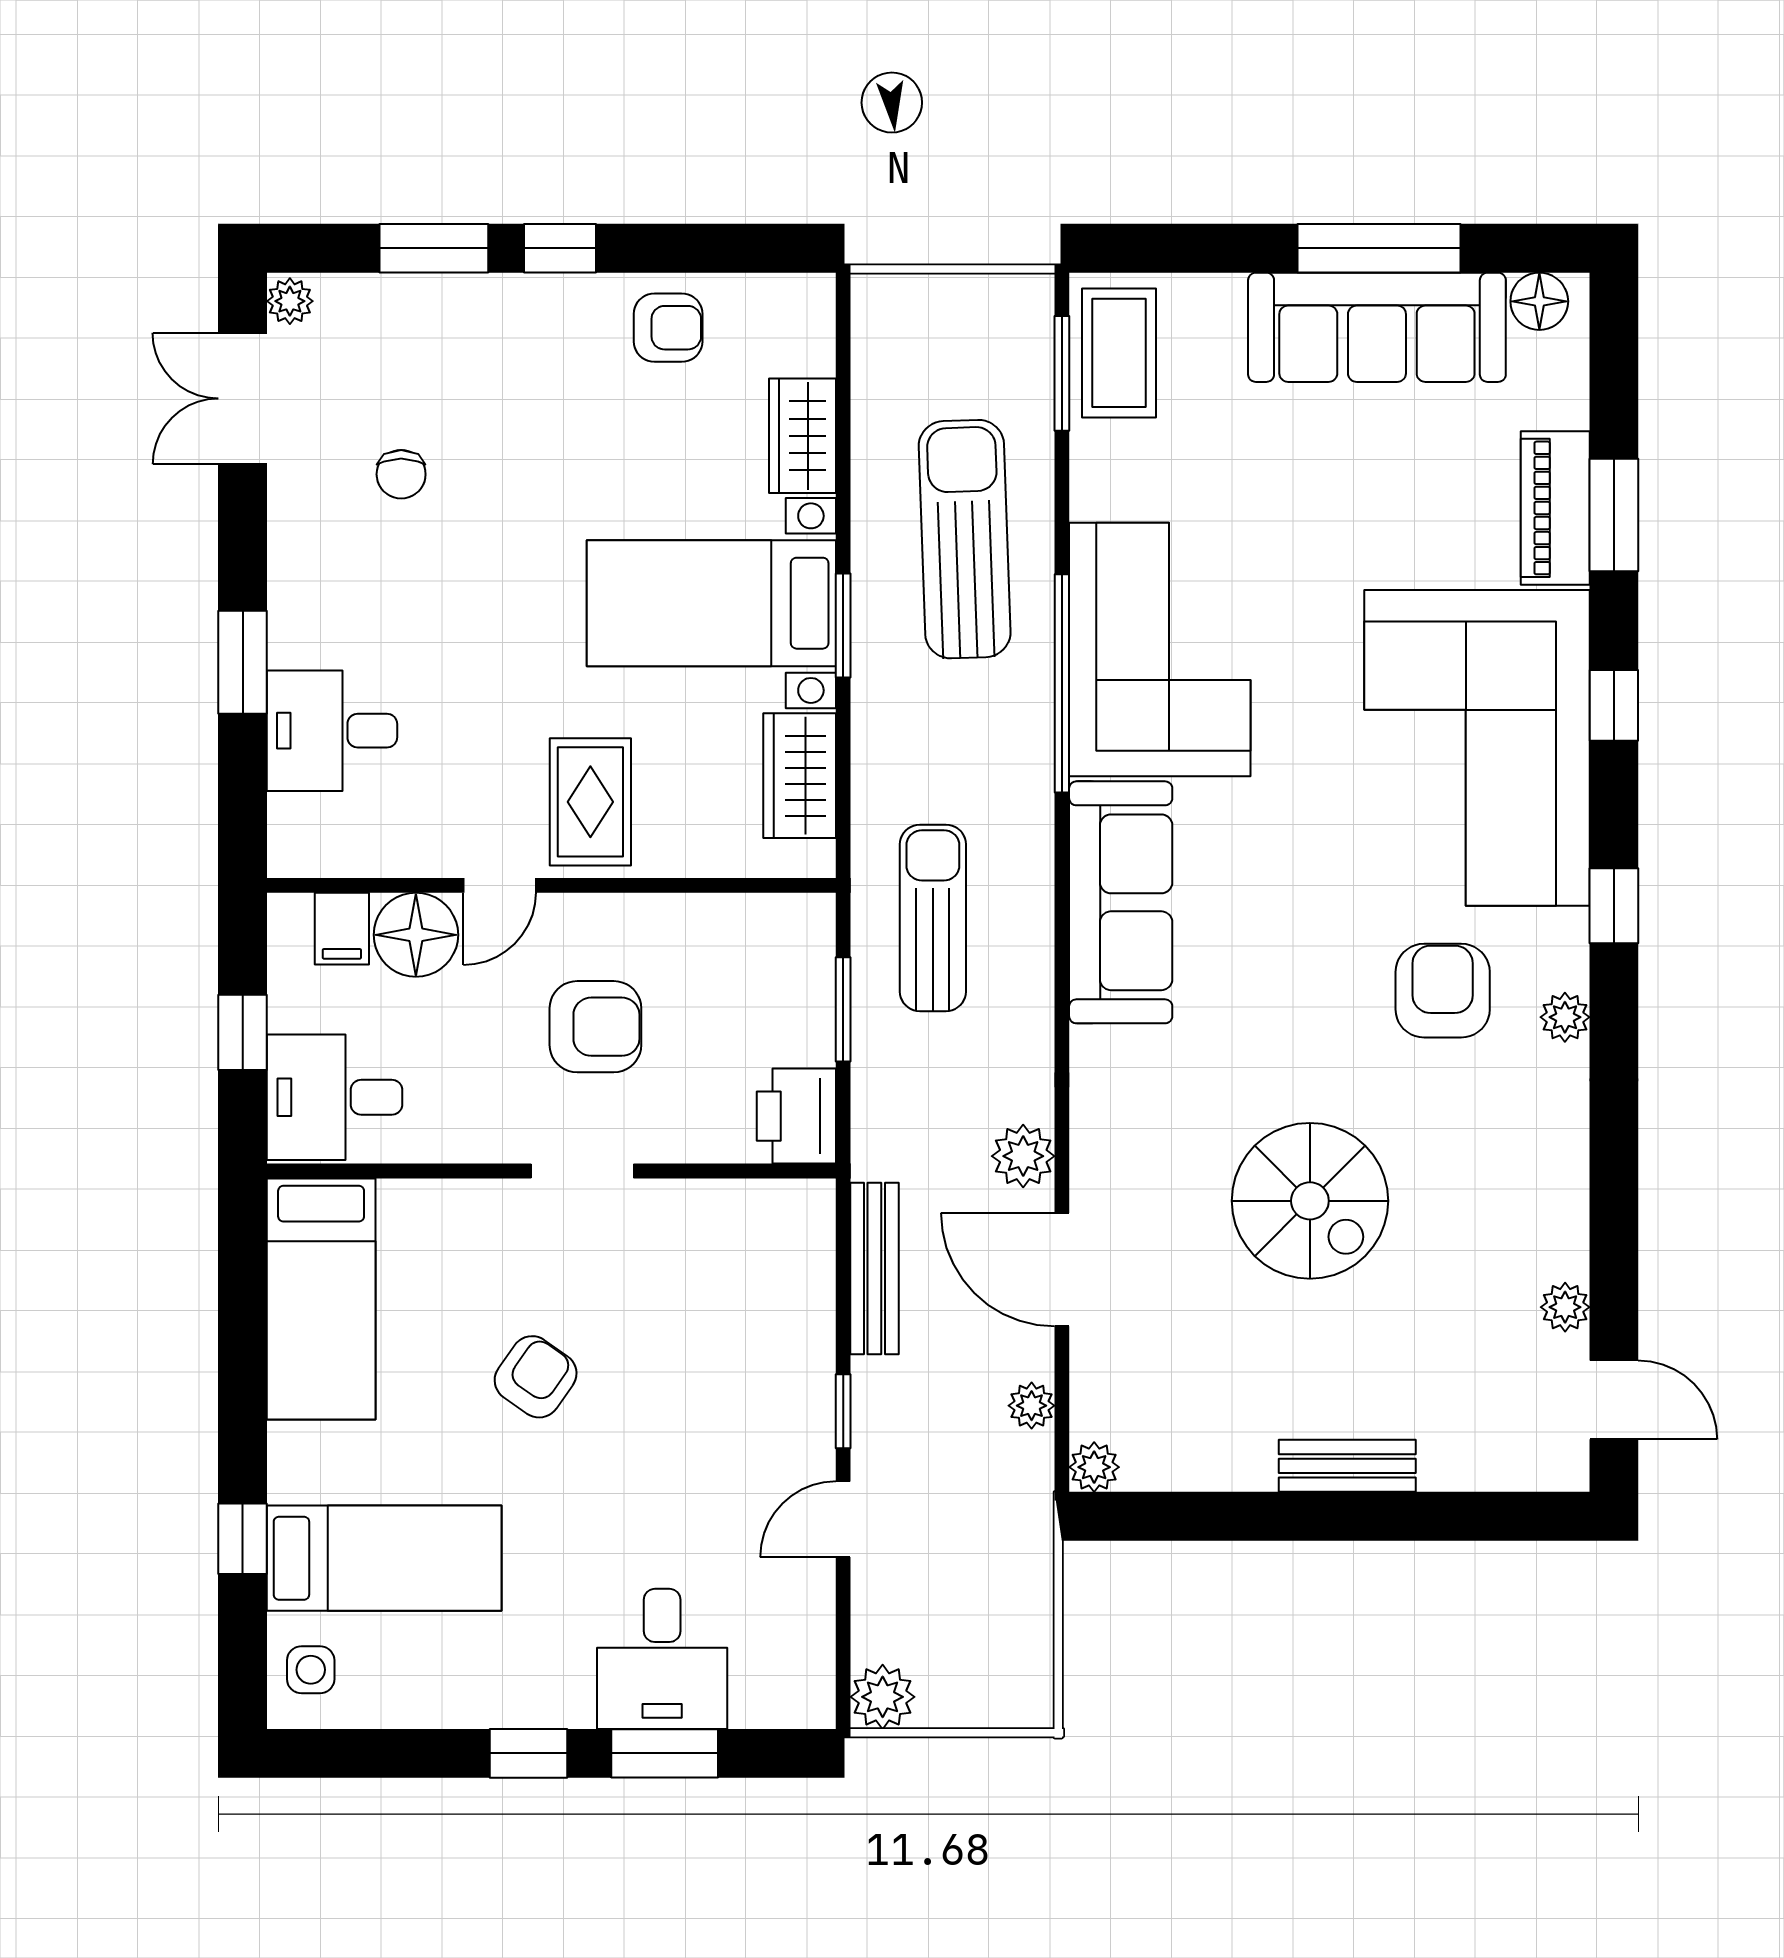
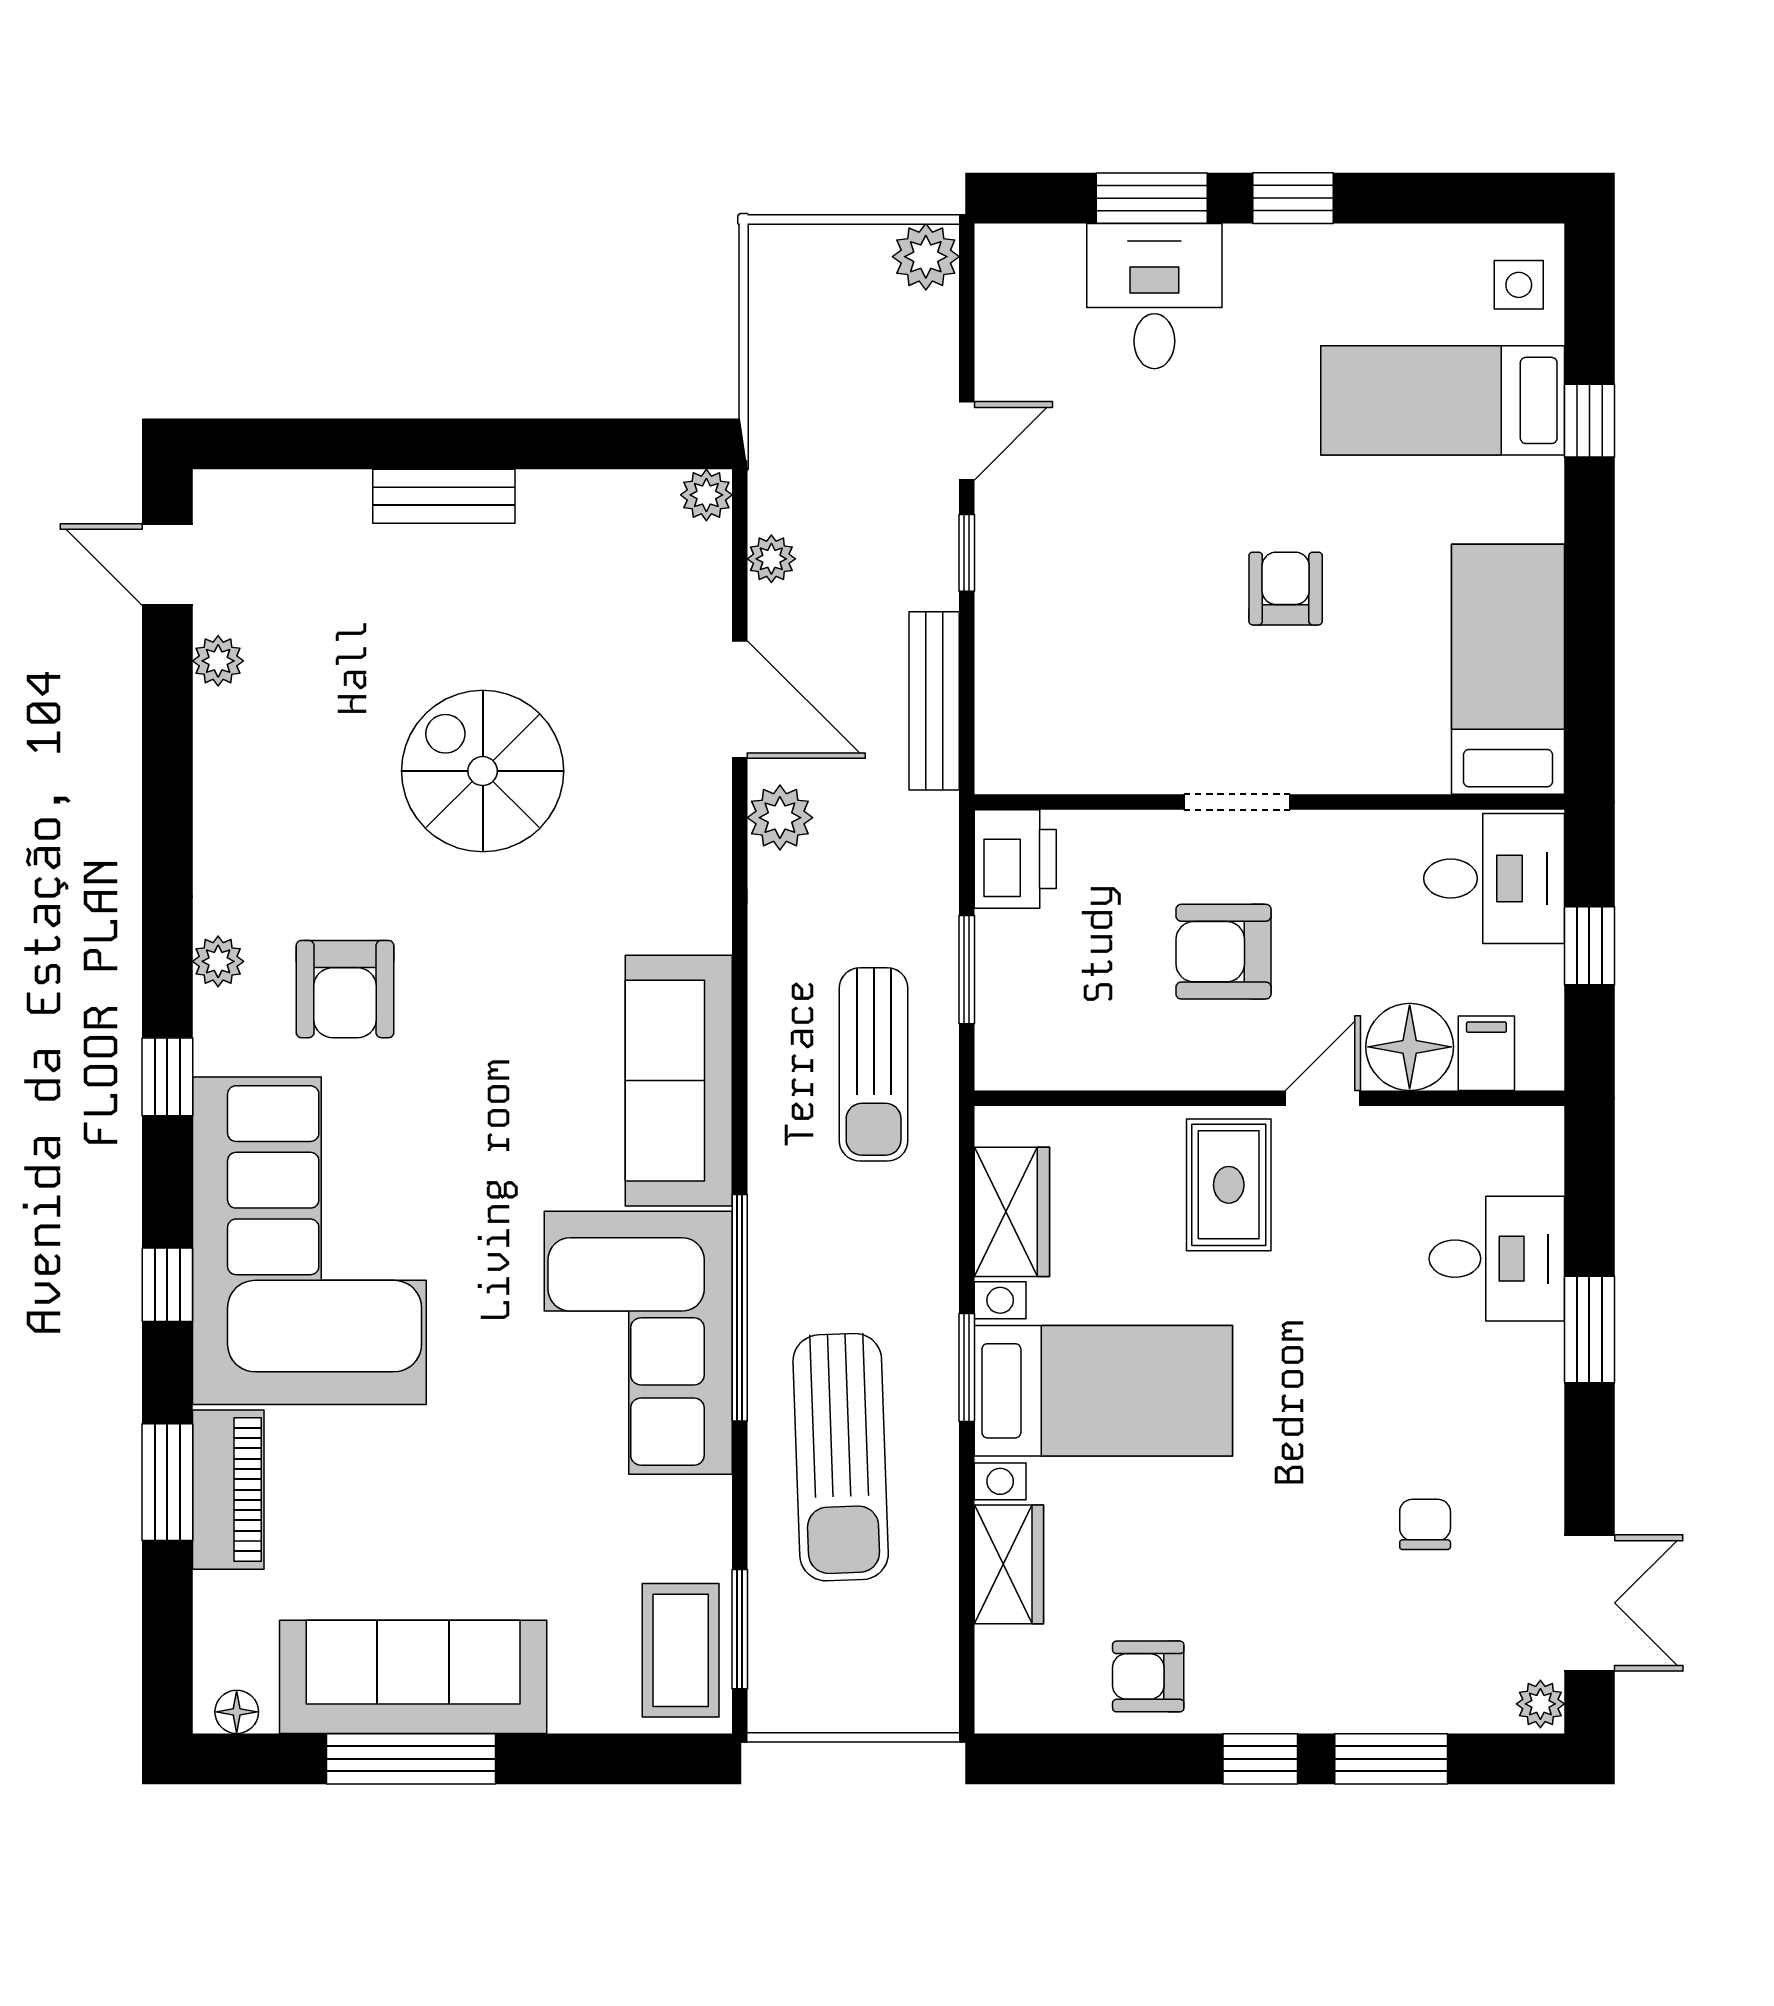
floor lamp: (1539, 301) -> (237, 1712), width x0.73, depth x0.73
armchair: (536, 1377) -> (1286, 589), turned 145

